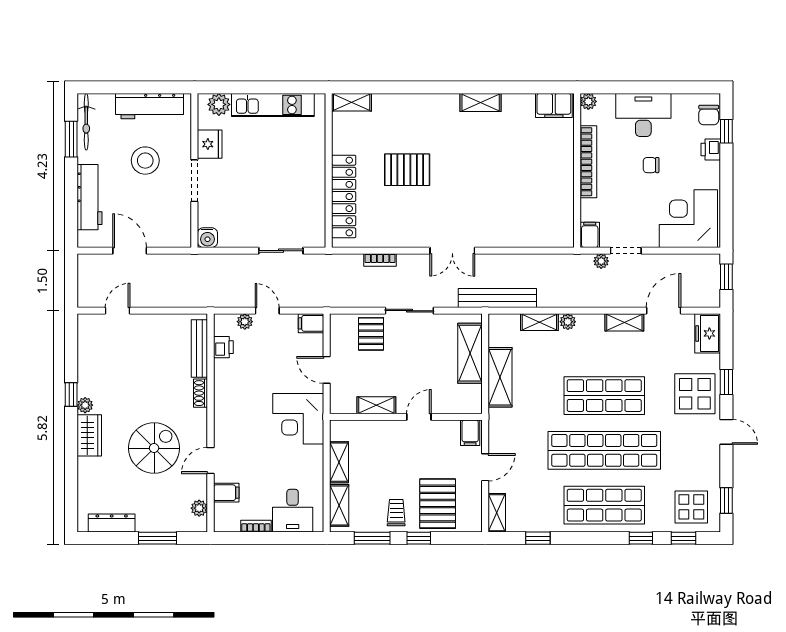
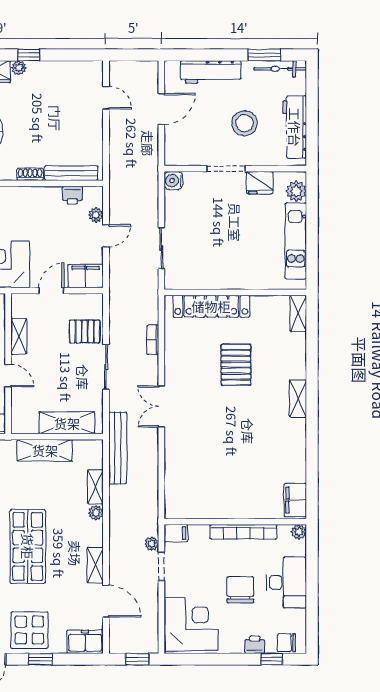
shelving: (481, 102) -> (298, 398), moved
chair: (651, 165) -> (240, 590), width x1.87, depth x1.87
filing cabinet: (311, 323) -> (86, 276), width x2.00

